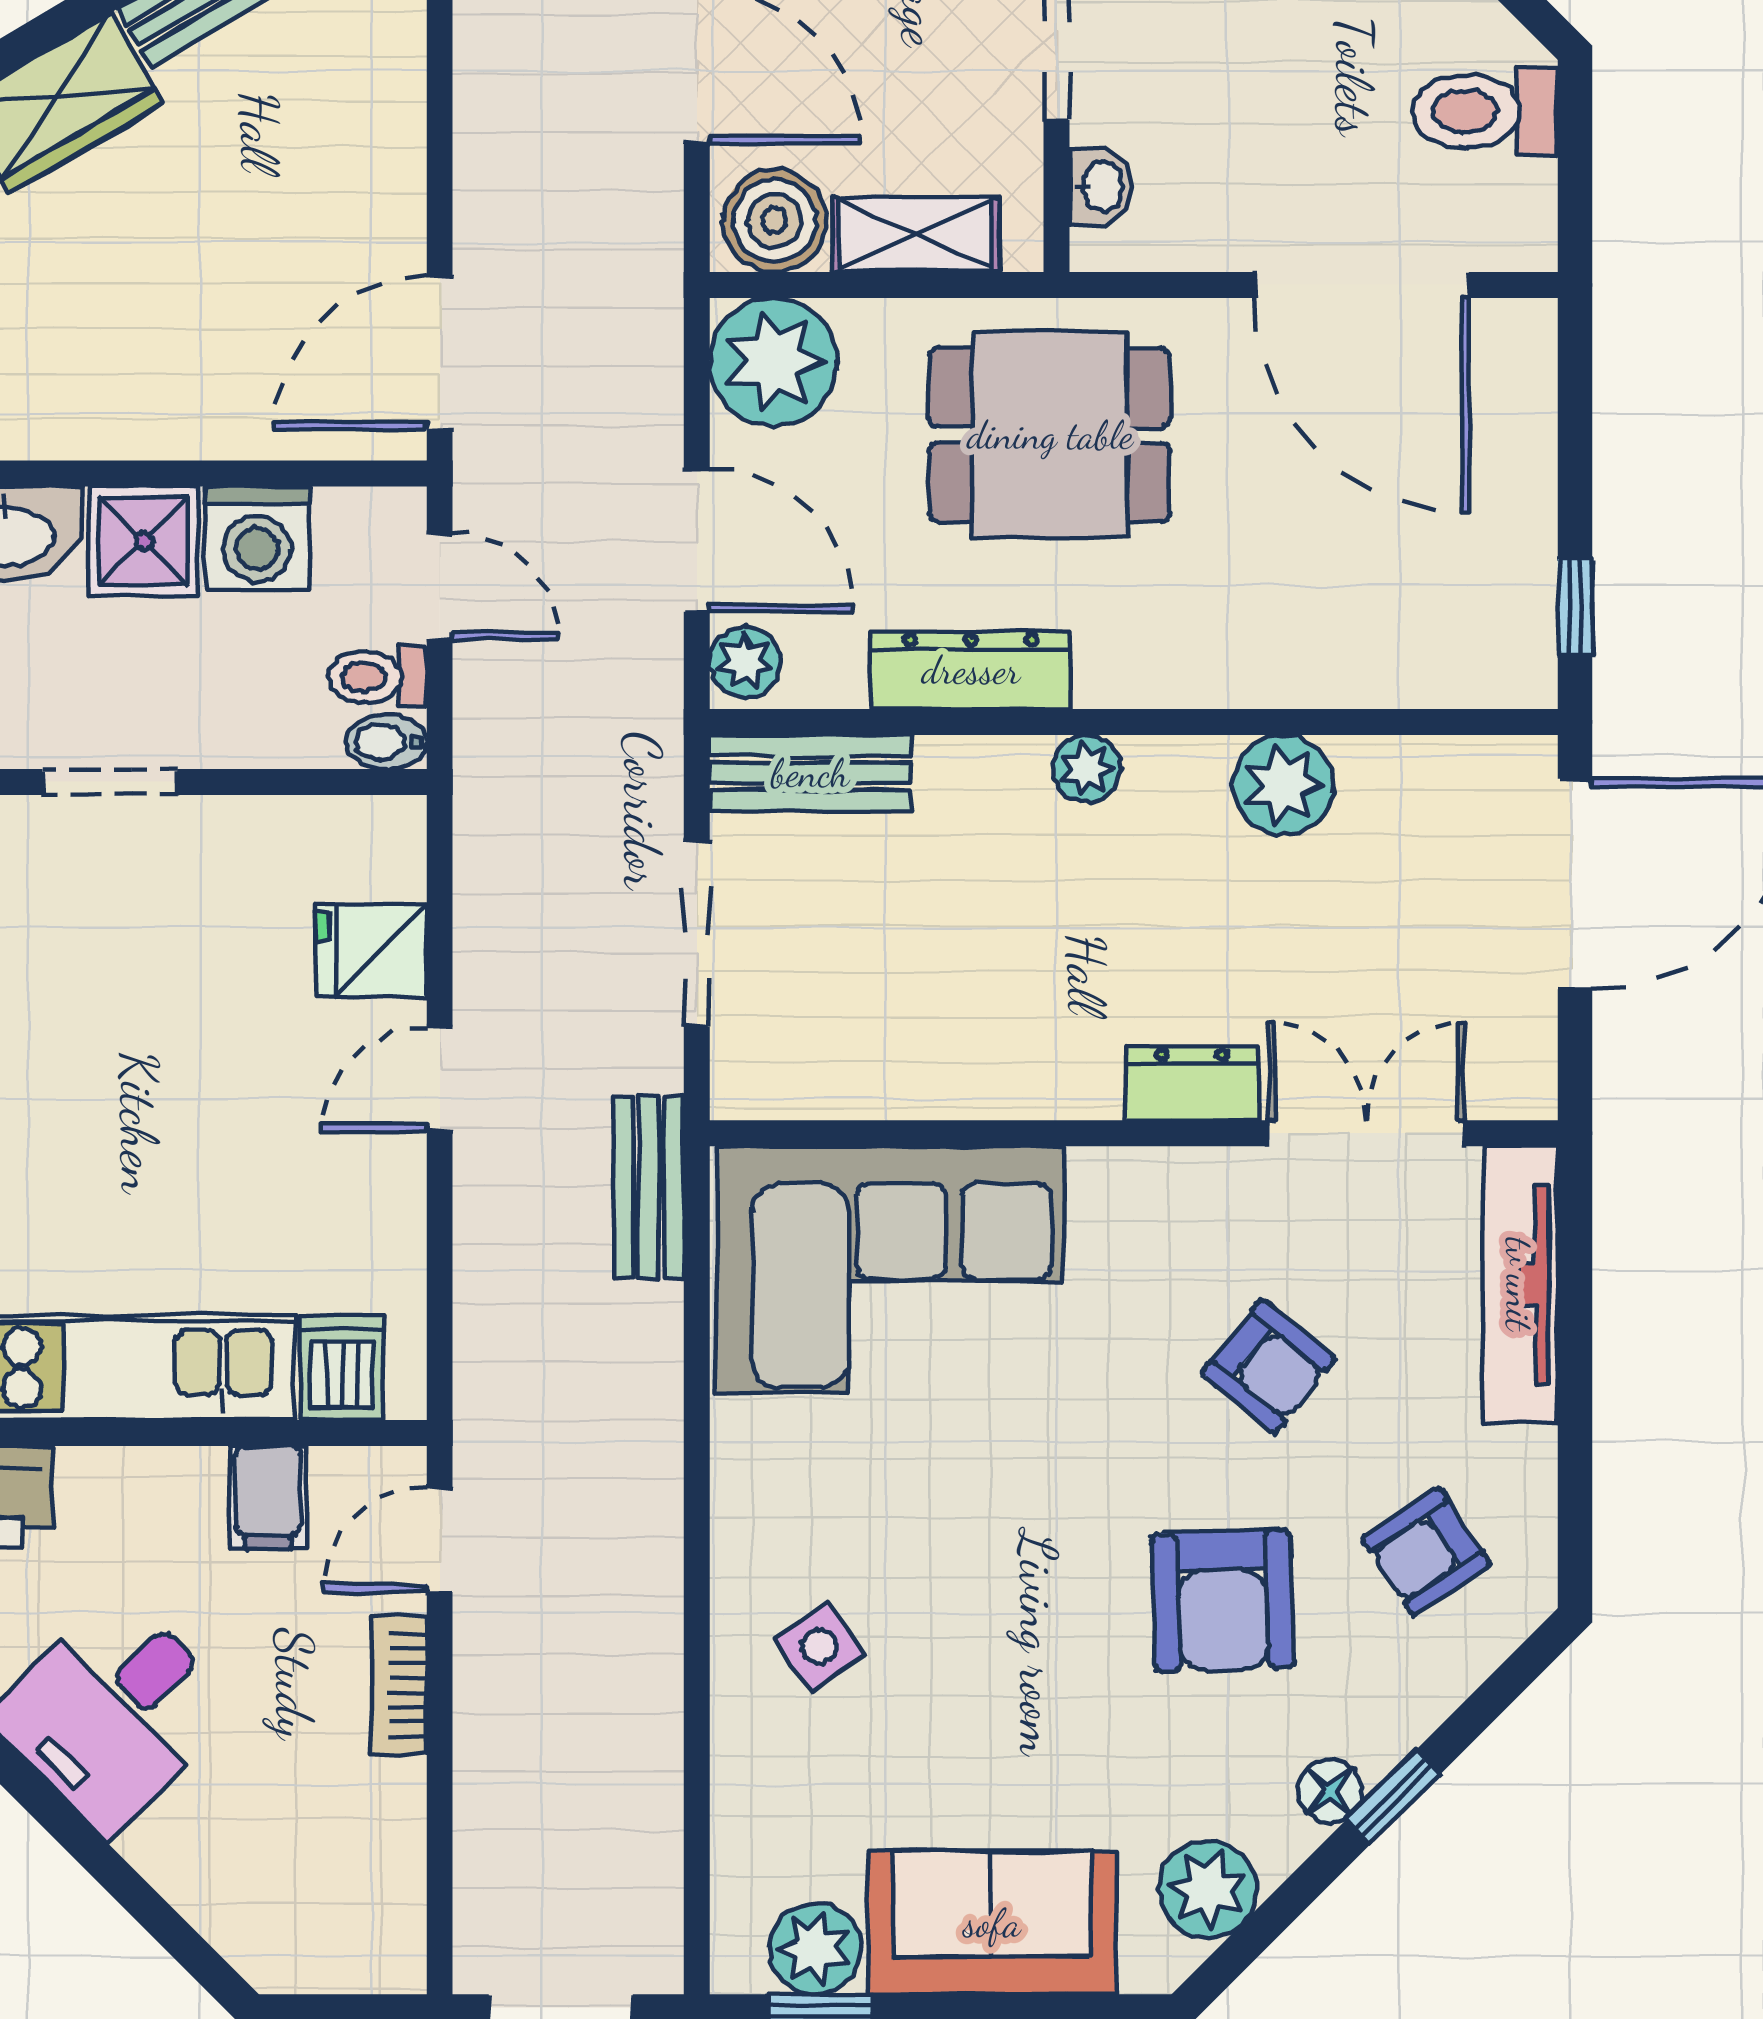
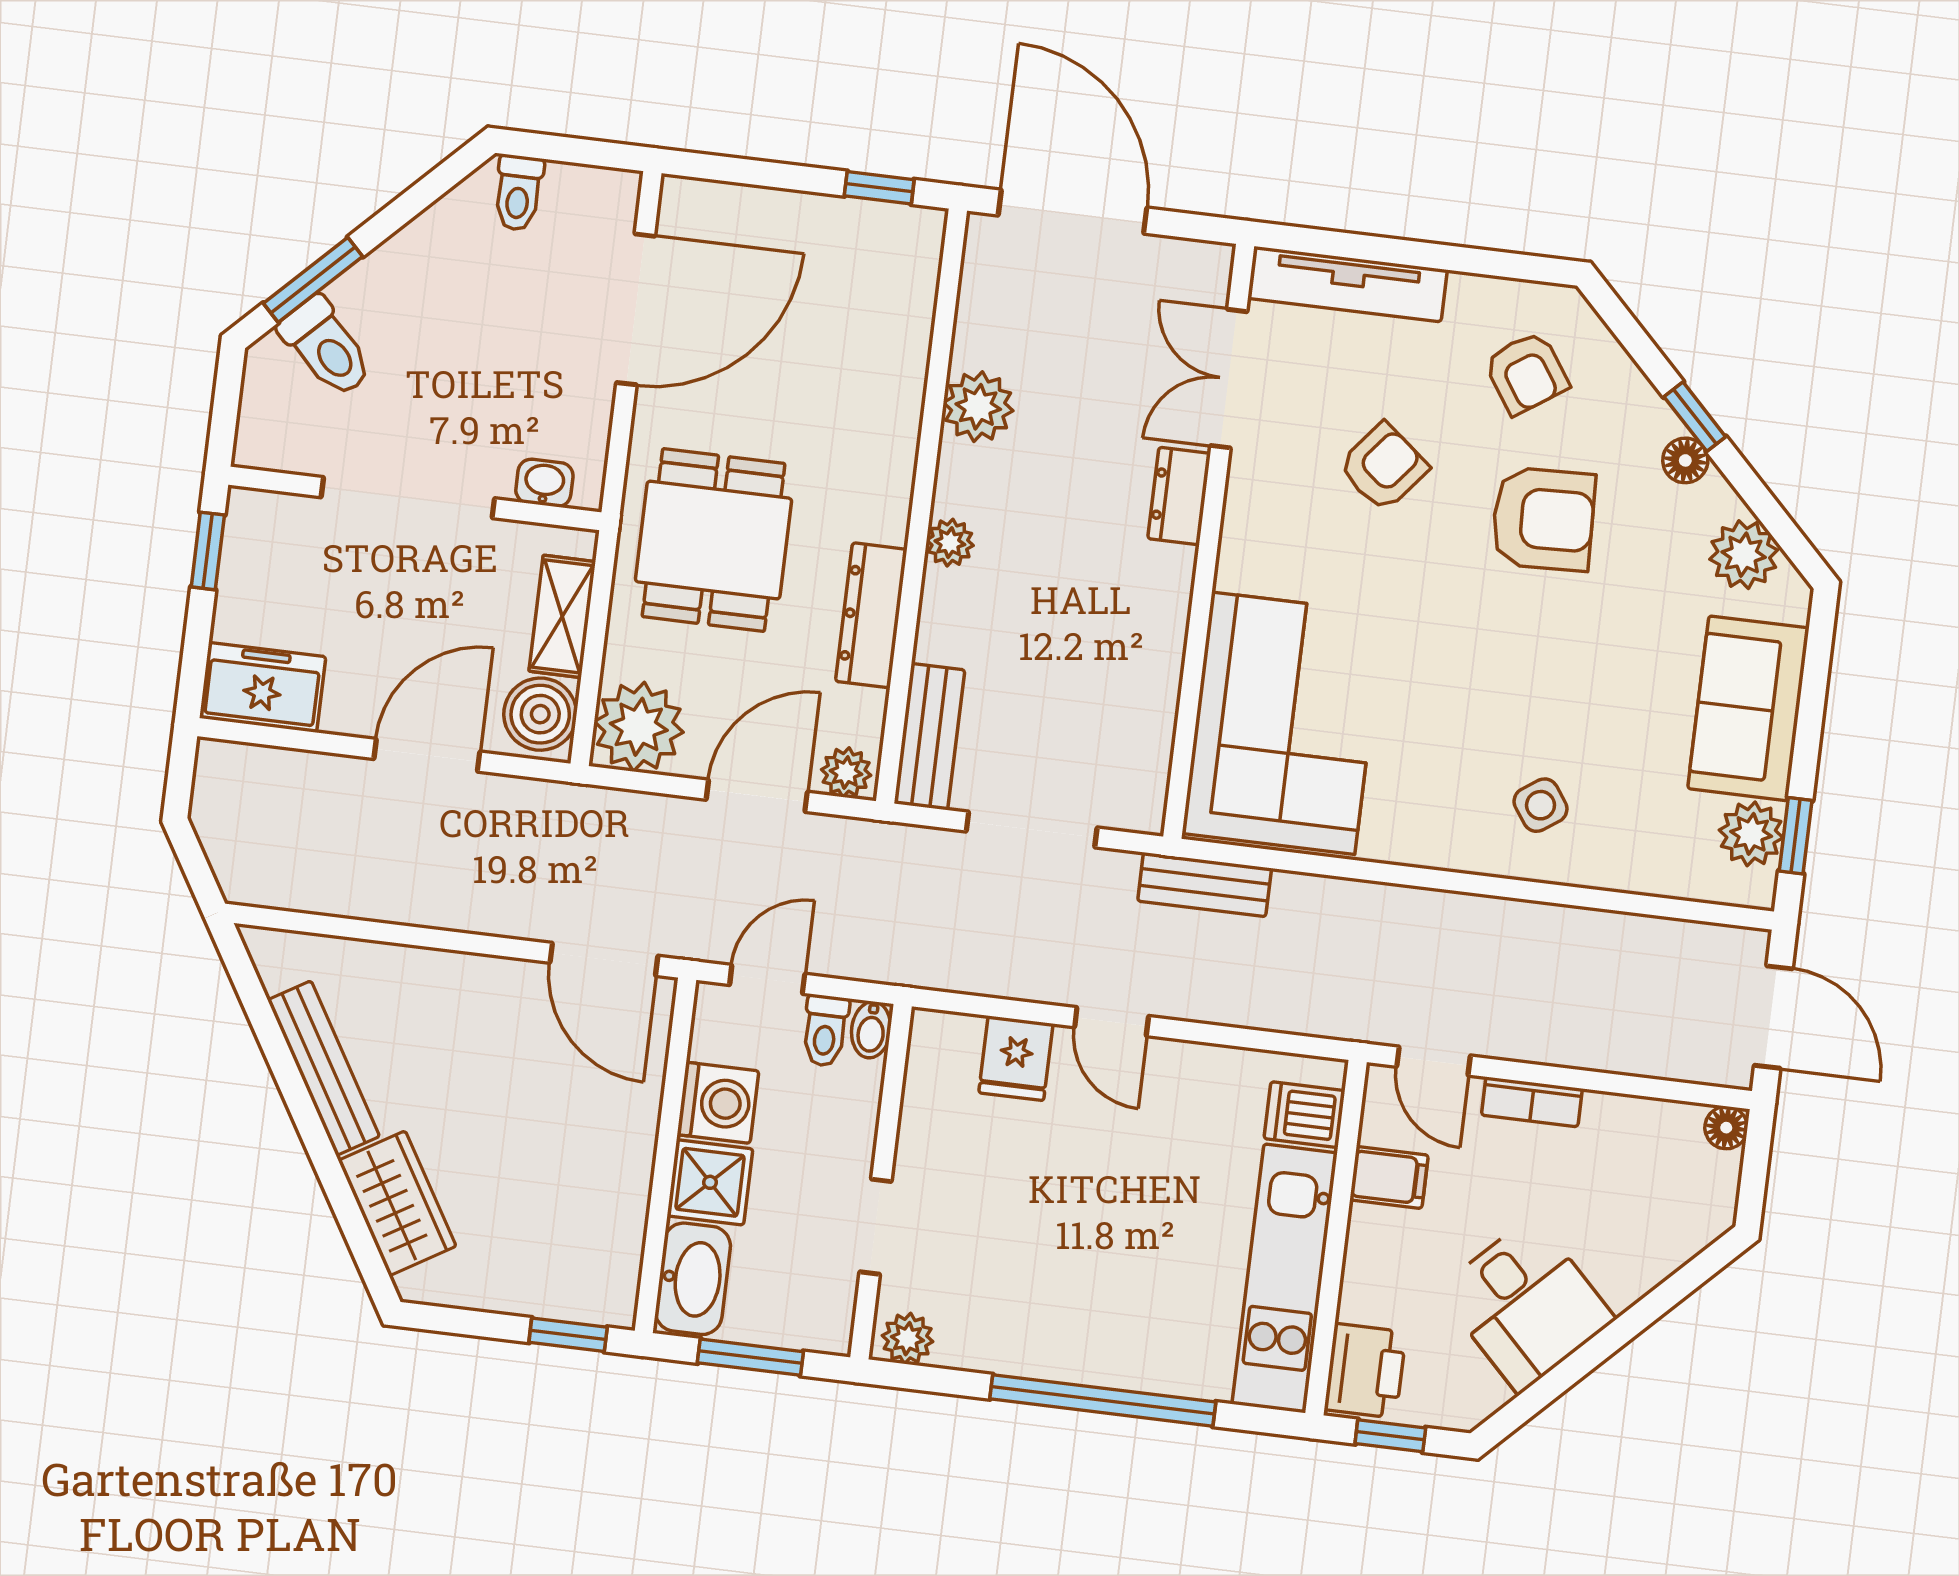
toilet: (1485, 111) -> (518, 193), width x0.73, depth x0.72
floor lamp: (397, 1964) -> (1726, 1128), added

